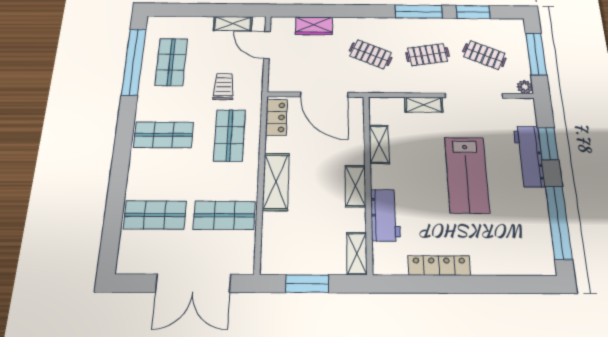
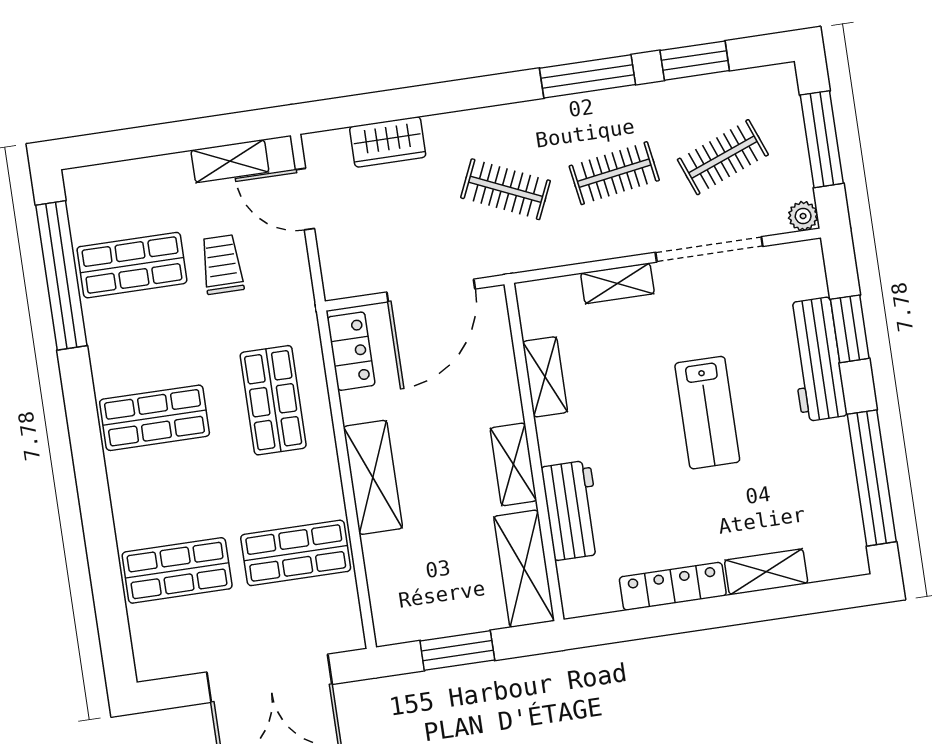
clothes rail: (484, 55) -> (723, 157), turned -45
shop shelf: (171, 62) -> (132, 265), turned 90
trolley: (224, 86) -> (222, 264), moved
door: (324, 95) -> (431, 290), hinge flipped
lab bench: (467, 175) -> (707, 413), width x0.73, depth x0.72
shelving: (357, 253) -> (524, 569), width x1.50, depth x1.33
shelving: (495, 265) -> (766, 572), added

